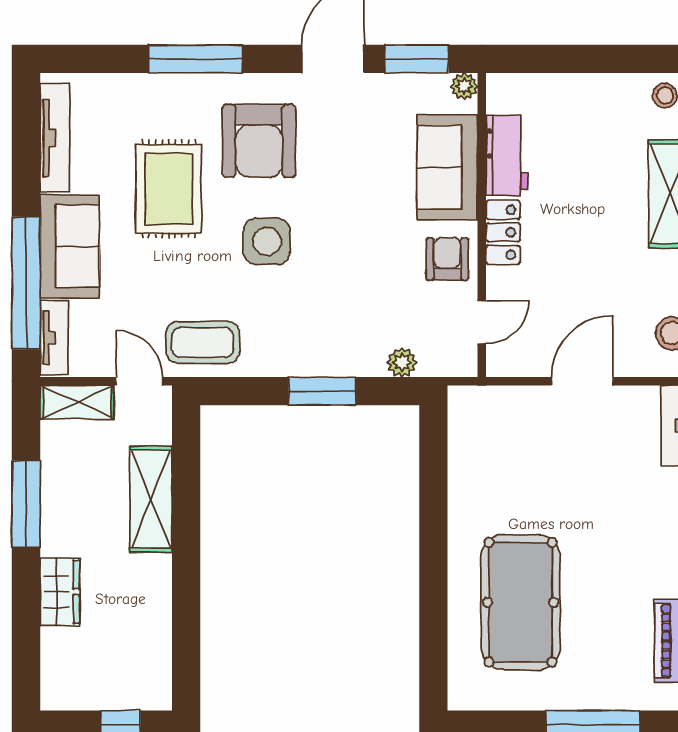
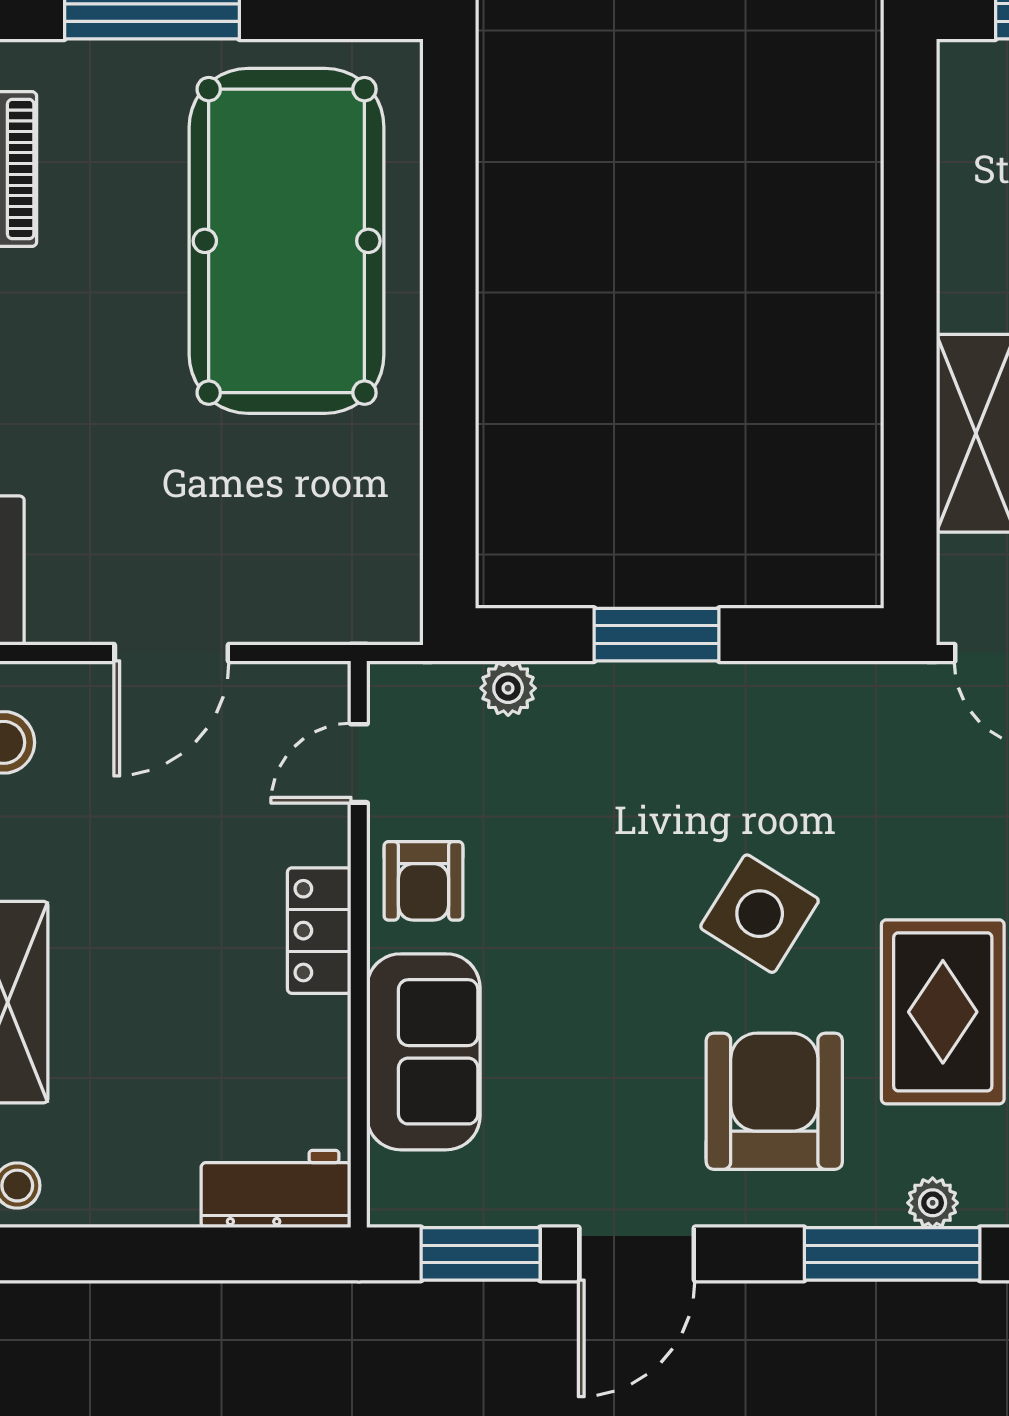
plant: (464, 86) -> (933, 1203), moved
workbench: (507, 156) -> (276, 1189), moved, turned 90
side table: (267, 241) -> (760, 914), turned 32
coffee table: (203, 342) -> (879, 725), removed
pool table: (521, 602) -> (287, 241), width x1.36, depth x1.32

